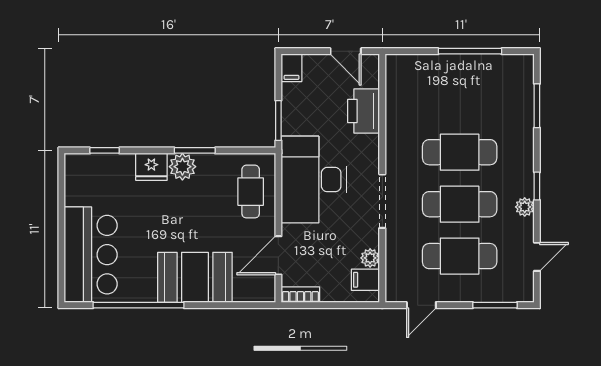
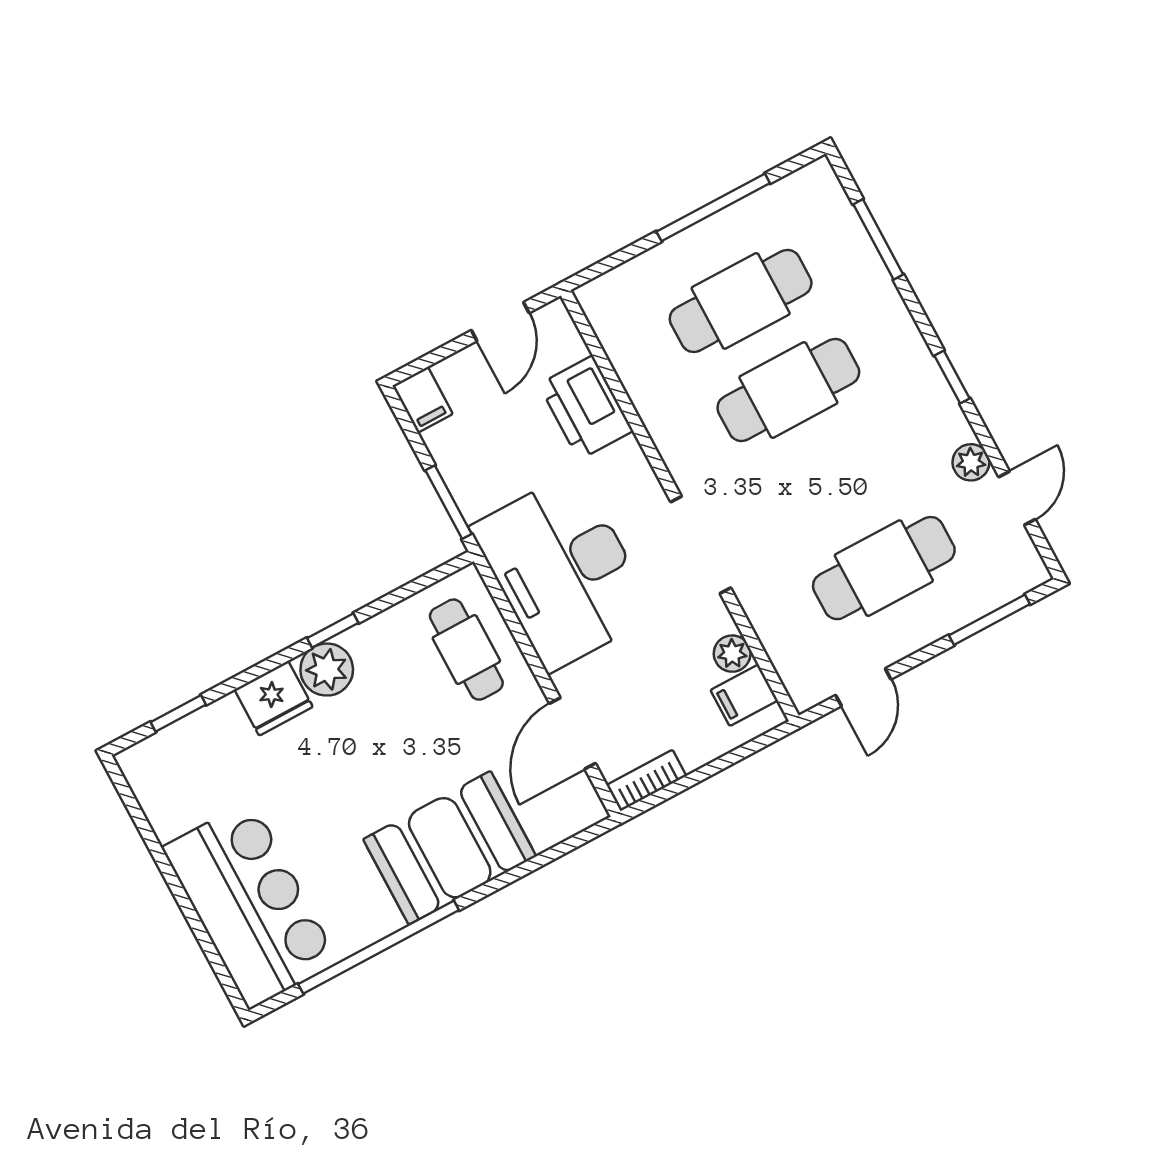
door: (346, 51) -> (500, 322), hinge flipped
window: (195, 150) -> (333, 630), width x0.67
cafe table: (460, 204) -> (741, 301), moved
plant: (525, 207) -> (971, 462), moved

